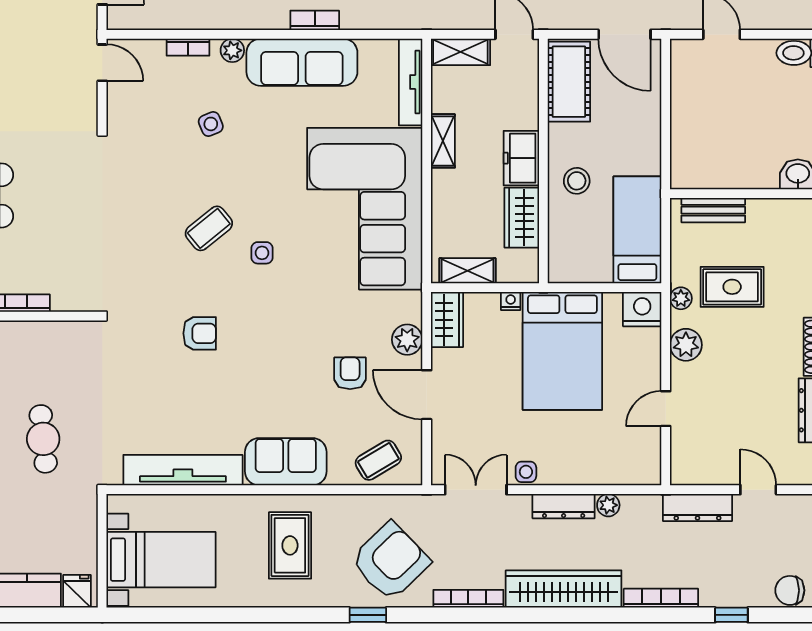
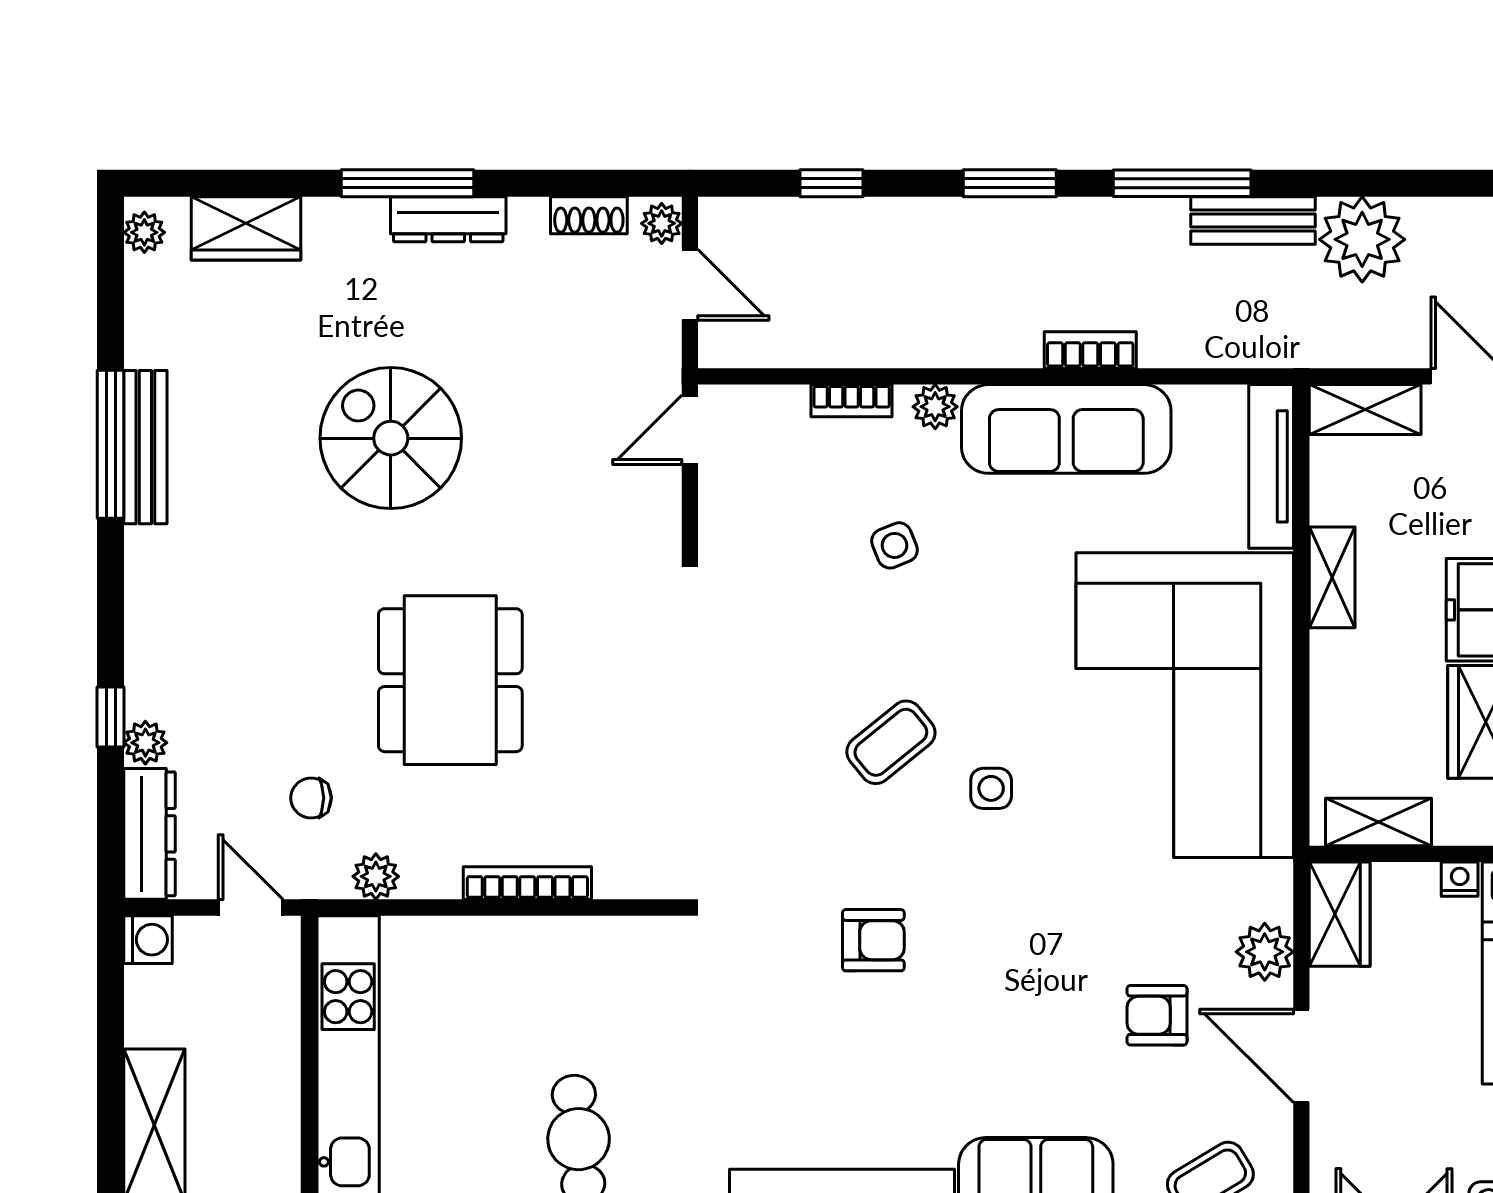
door: (102, 63) -> (690, 430), swing flipped
armchair: (350, 373) -> (1157, 1015), turned -90

